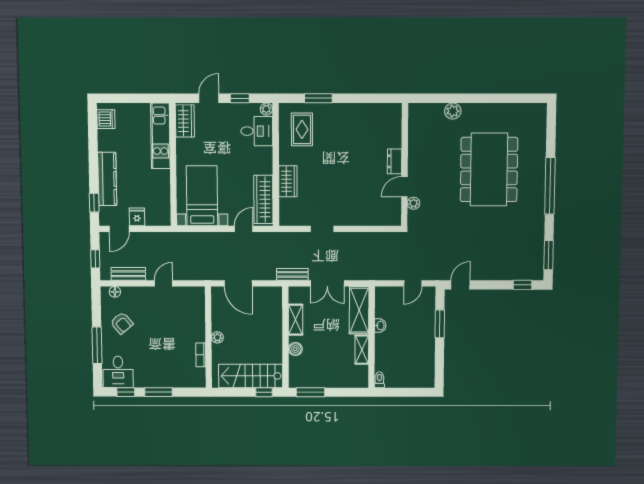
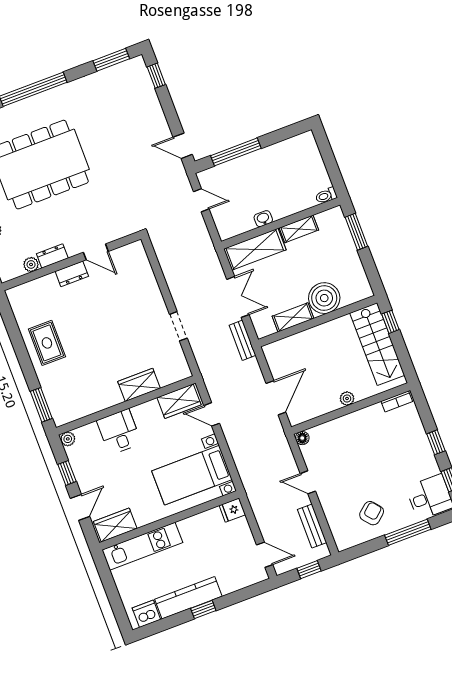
door: (209, 98) -> (80, 507), swing flipped
window: (318, 98) -> (41, 405), moved
rug: (302, 129) -> (47, 343), moved, turned 90
desk: (257, 131) -> (119, 432), moved
dresser: (414, 151) -> (52, 256), added
kitchen counter: (107, 179) -> (188, 598), moved
wardrobe: (263, 199) -> (179, 401), width x0.67
window: (94, 203) -> (203, 609), moved
plant: (414, 203) -> (31, 264), moved
fridge: (137, 217) -> (232, 510), moved
floor lamp: (115, 292) -> (302, 438), moved
window: (440, 324) -> (236, 152), width x1.44
boiler: (295, 349) -> (324, 298), width x1.86, depth x1.86
bookcase: (201, 355) -> (397, 401), moved
window: (159, 392) -> (436, 442), width x0.67
window: (311, 392) -> (356, 232), moved

